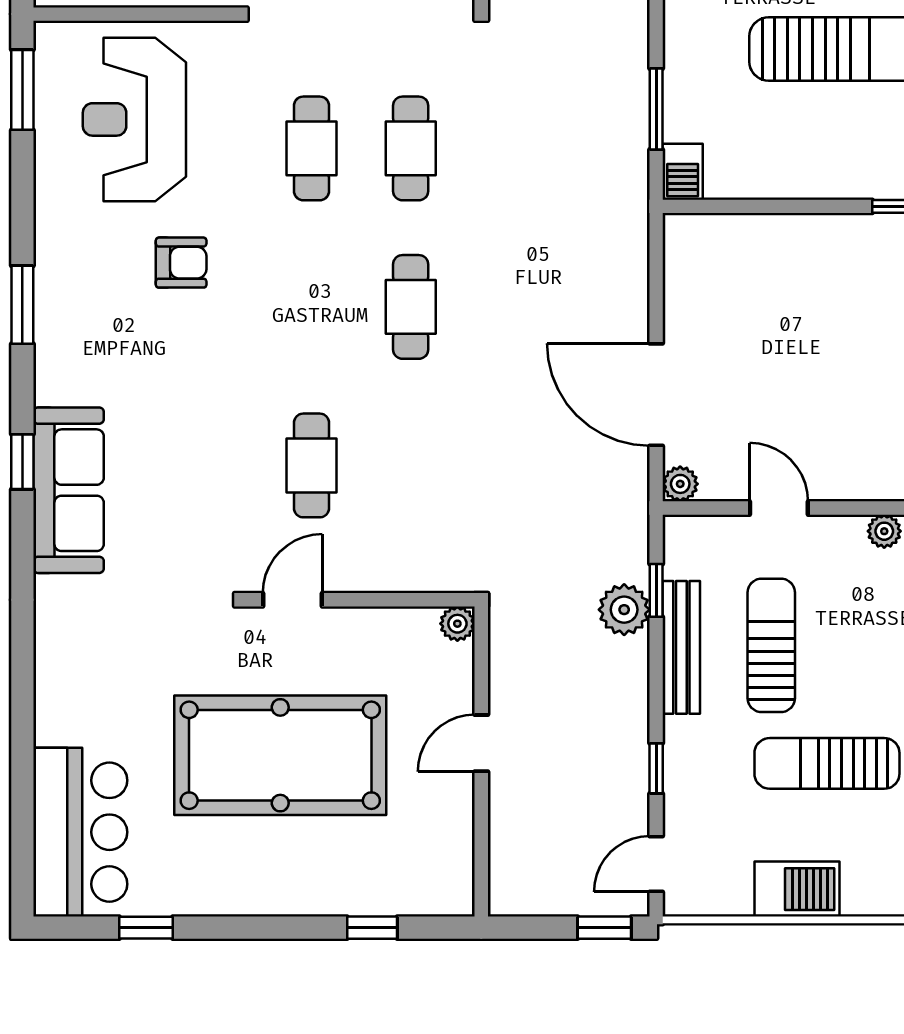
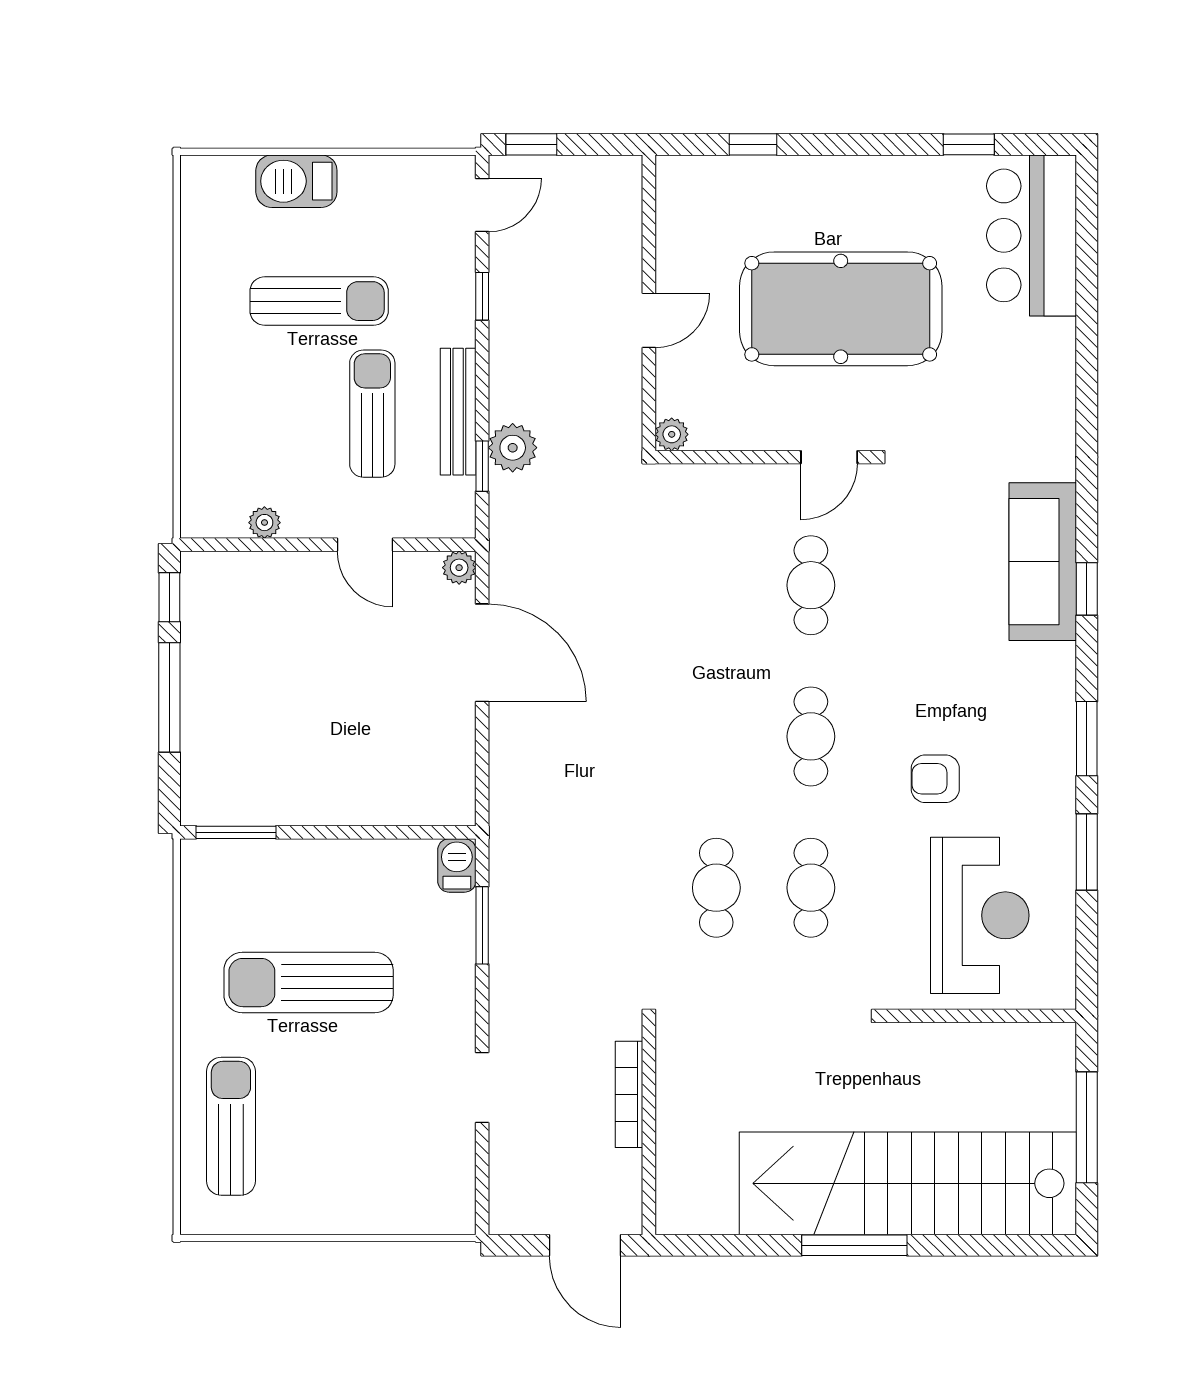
window: (22, 90) -> (1087, 852), moved
cafe table: (411, 307) -> (811, 736), moved
sun lounger: (771, 645) -> (372, 414), turned 180
barbecue: (797, 889) -> (296, 181), moved

